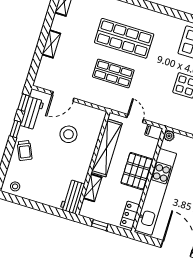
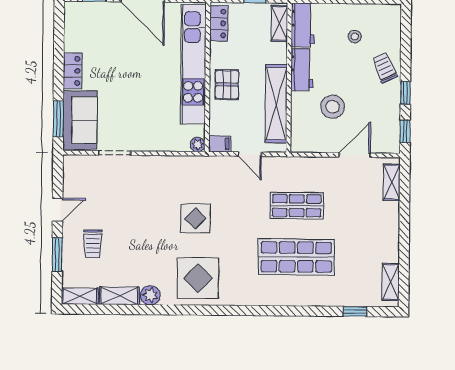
shelving: (51, 44) -> (392, 182), moved
workbench: (32, 113) -> (302, 70), moved, turned 180
pallet: (137, 171) -> (227, 84), width x0.67, depth x0.71
stool: (15, 186) -> (355, 37), moved
shelving: (93, 188) -> (279, 23), moved

